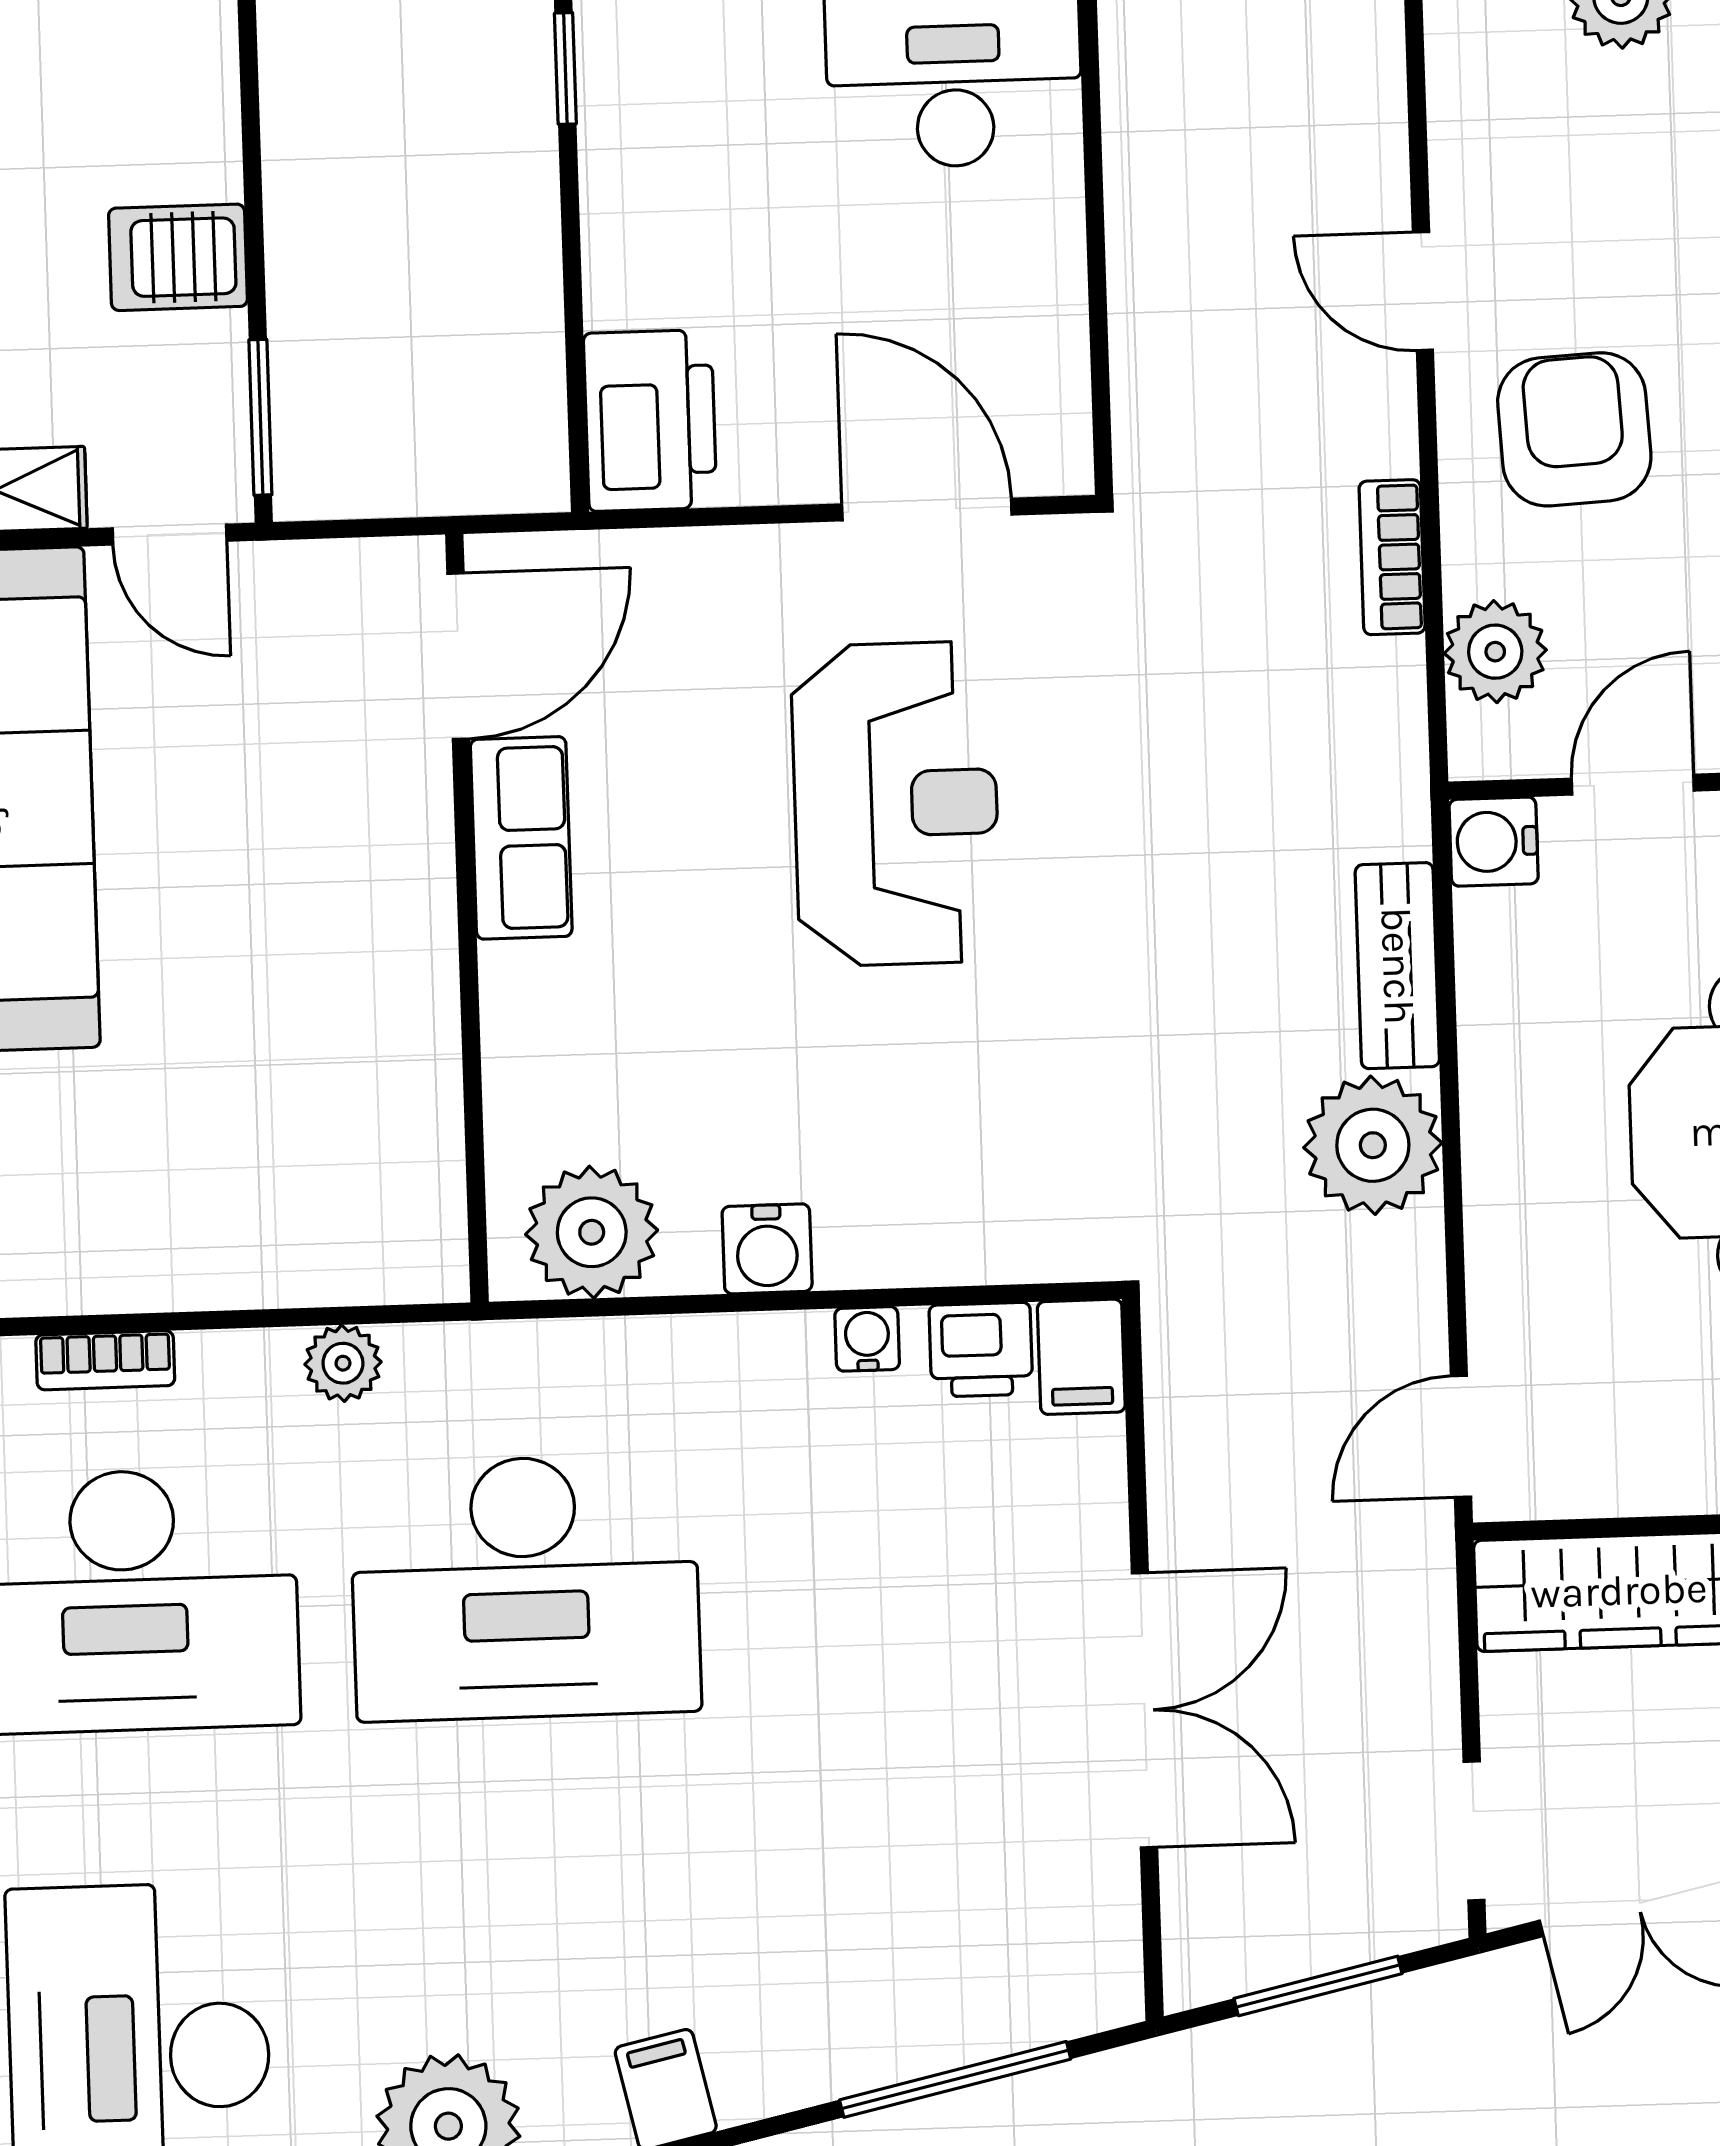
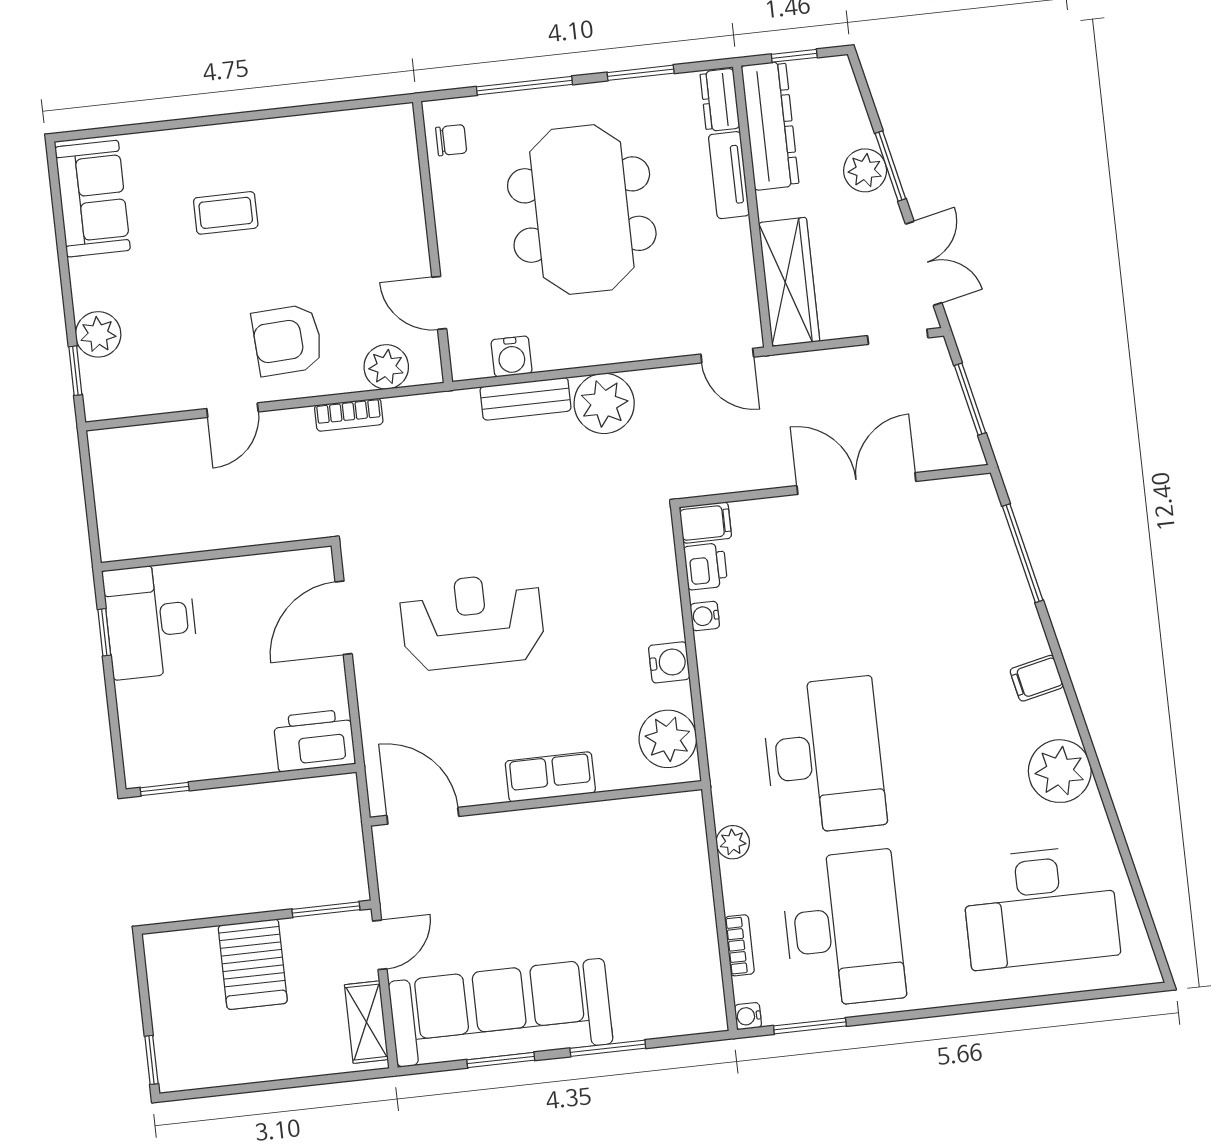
server rack: (178, 257) -> (253, 964), width x1.36, depth x1.44
row of seats: (521, 838) -> (550, 777), moved
water cooler: (1494, 842) -> (512, 356), moved

